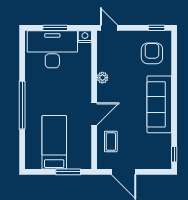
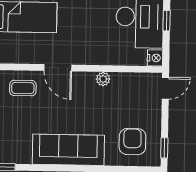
window: (55, 28) -> (167, 21), width x0.67
armchair: (152, 53) -> (132, 142), turned -90

